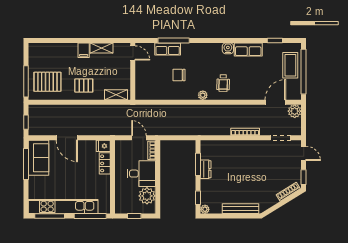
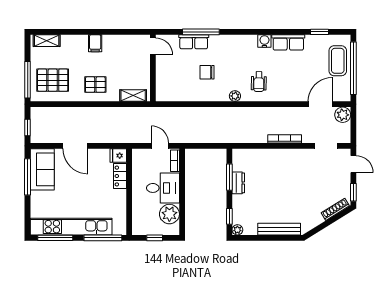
shelving: (101, 48) -> (47, 41), moved

